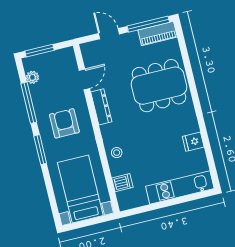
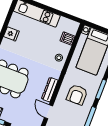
door: (84, 79) -> (48, 112), hinge flipped

